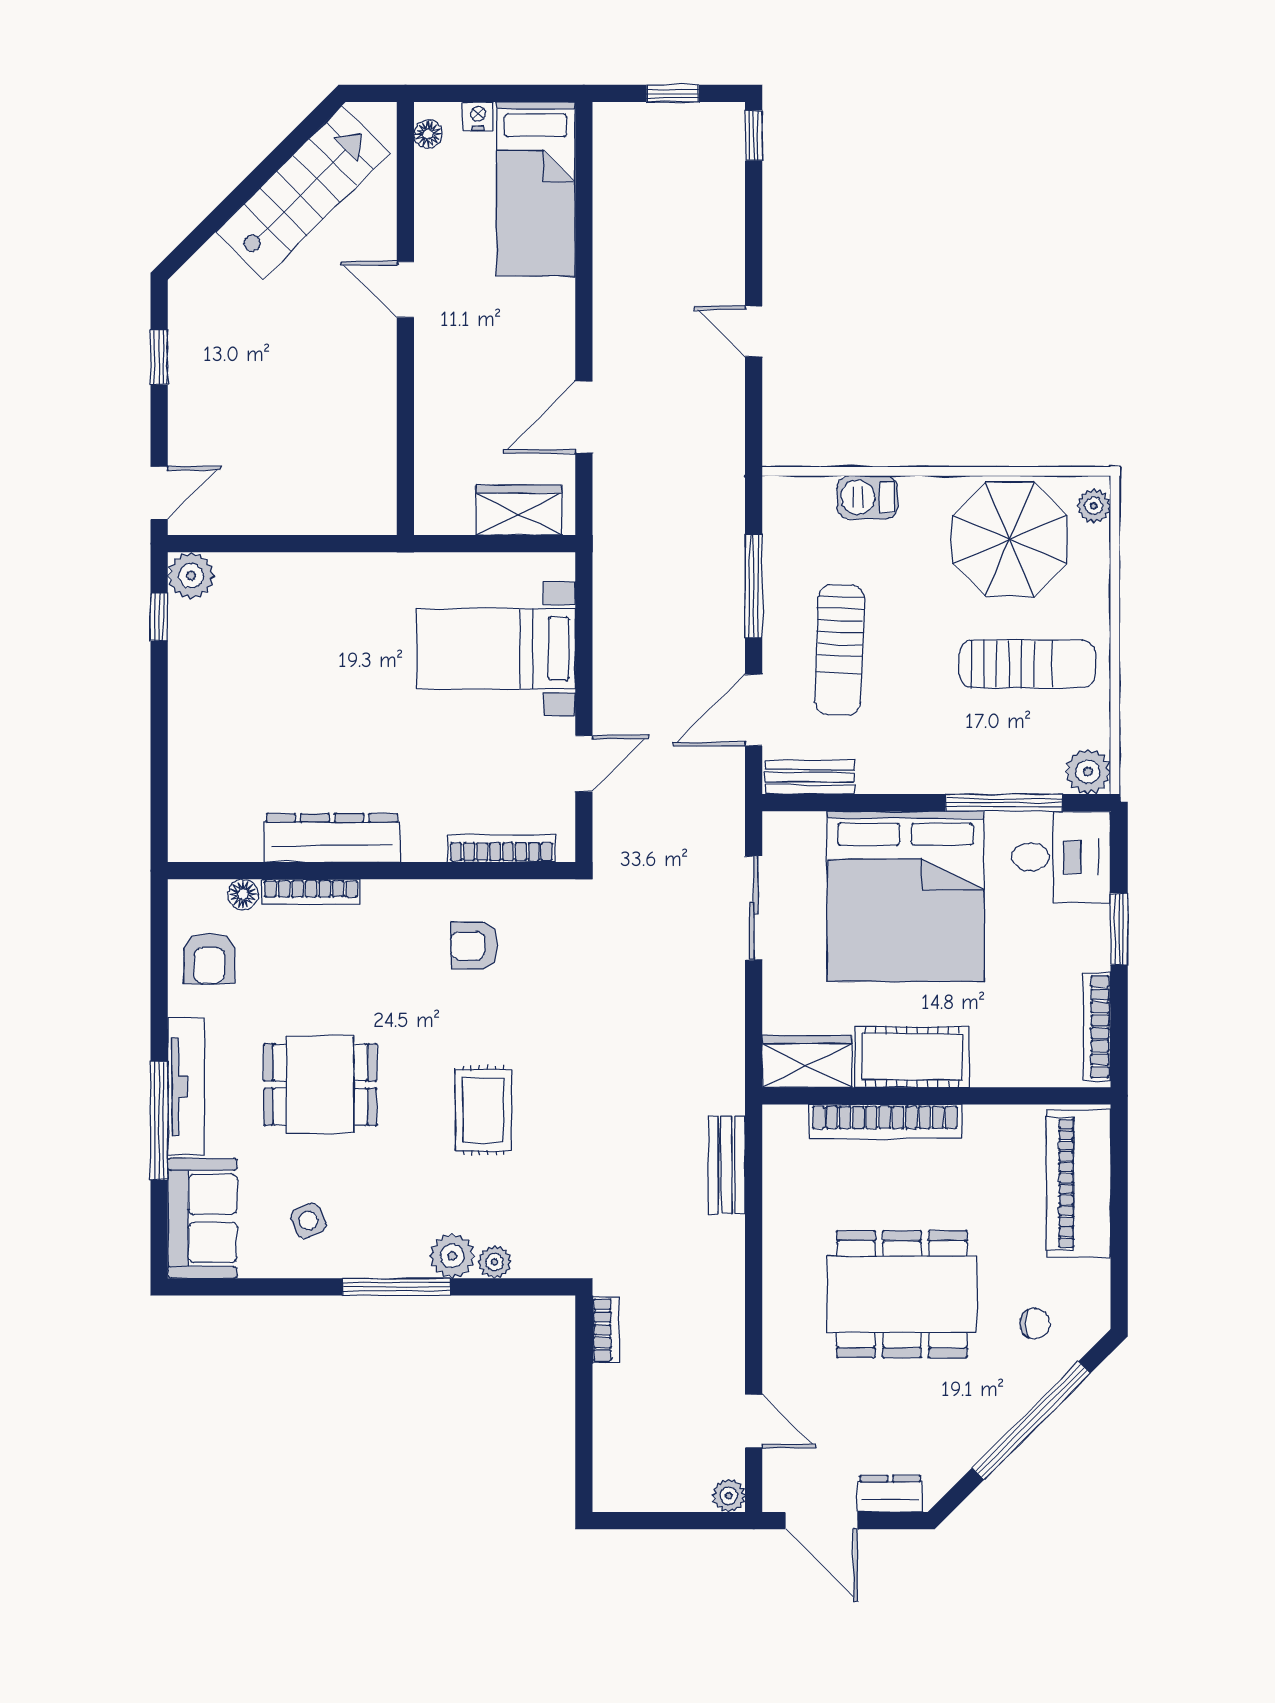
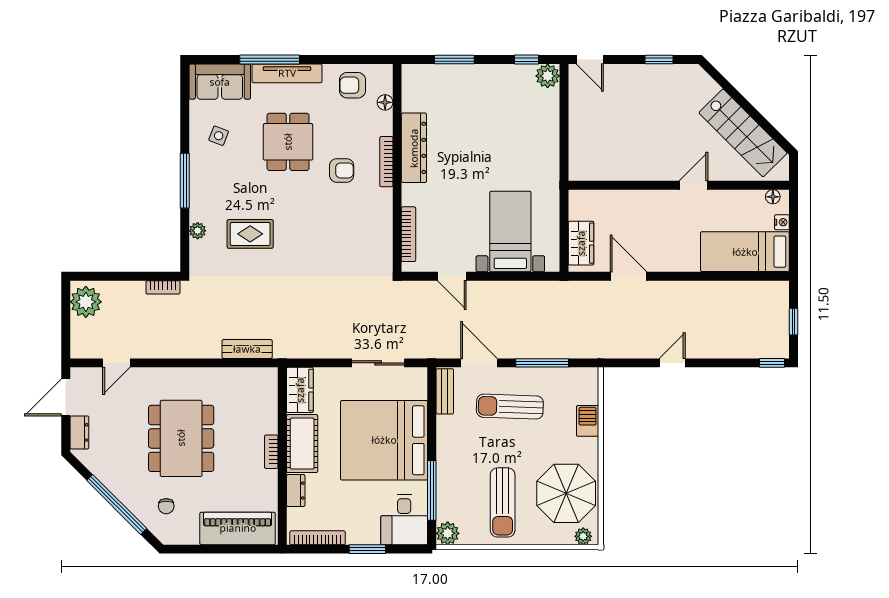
window: (159, 758) -> (454, 60), added
bookcase: (311, 892) -> (386, 162), moved
armchair: (474, 946) -> (342, 170), moved, turned 90
dresser: (1004, 1070) -> (296, 491), added
rug: (483, 1110) -> (250, 234), moved
bookcase: (885, 1122) -> (271, 452), width x0.43, depth x0.76
side table: (308, 1221) -> (219, 136), turned 45
plant: (452, 1256) -> (201, 209), removed
plant: (729, 1496) -> (86, 302), moved, width x1.88, depth x1.88

